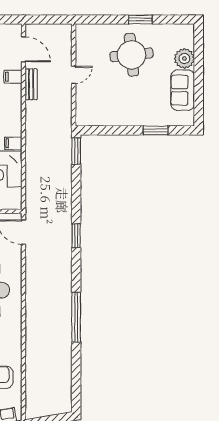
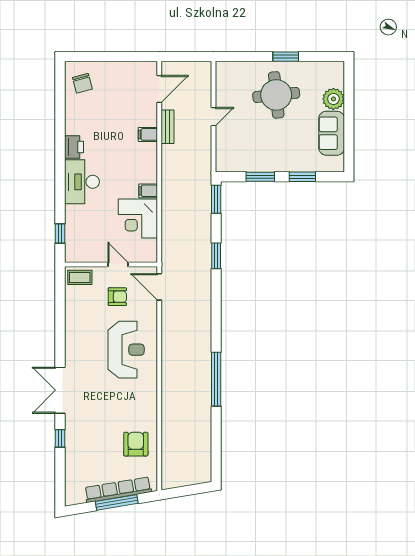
door: (23, 49) -> (159, 89), hinge flipped
filing cabinet: (13, 77) -> (148, 134), moved
window: (117, 130) -> (260, 177), added
window: (76, 236) -> (216, 256), moved

